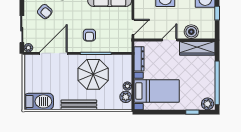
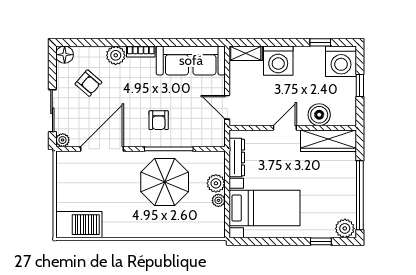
door: (133, 27) -> (227, 107), swing flipped
plant: (126, 97) -> (216, 183), moved
bench: (79, 105) -> (142, 230), removed

